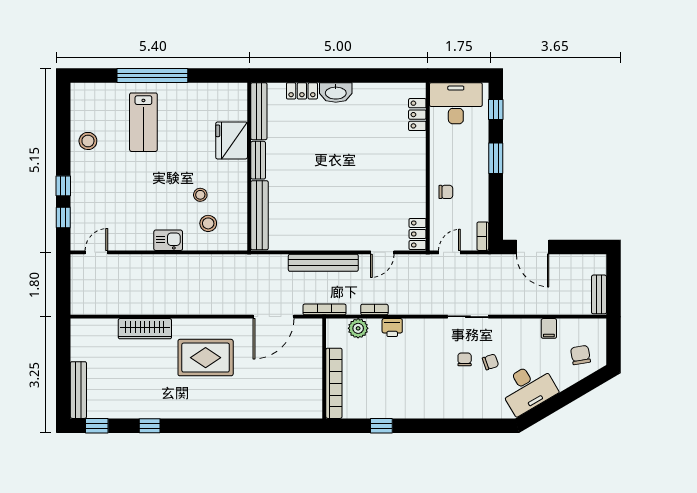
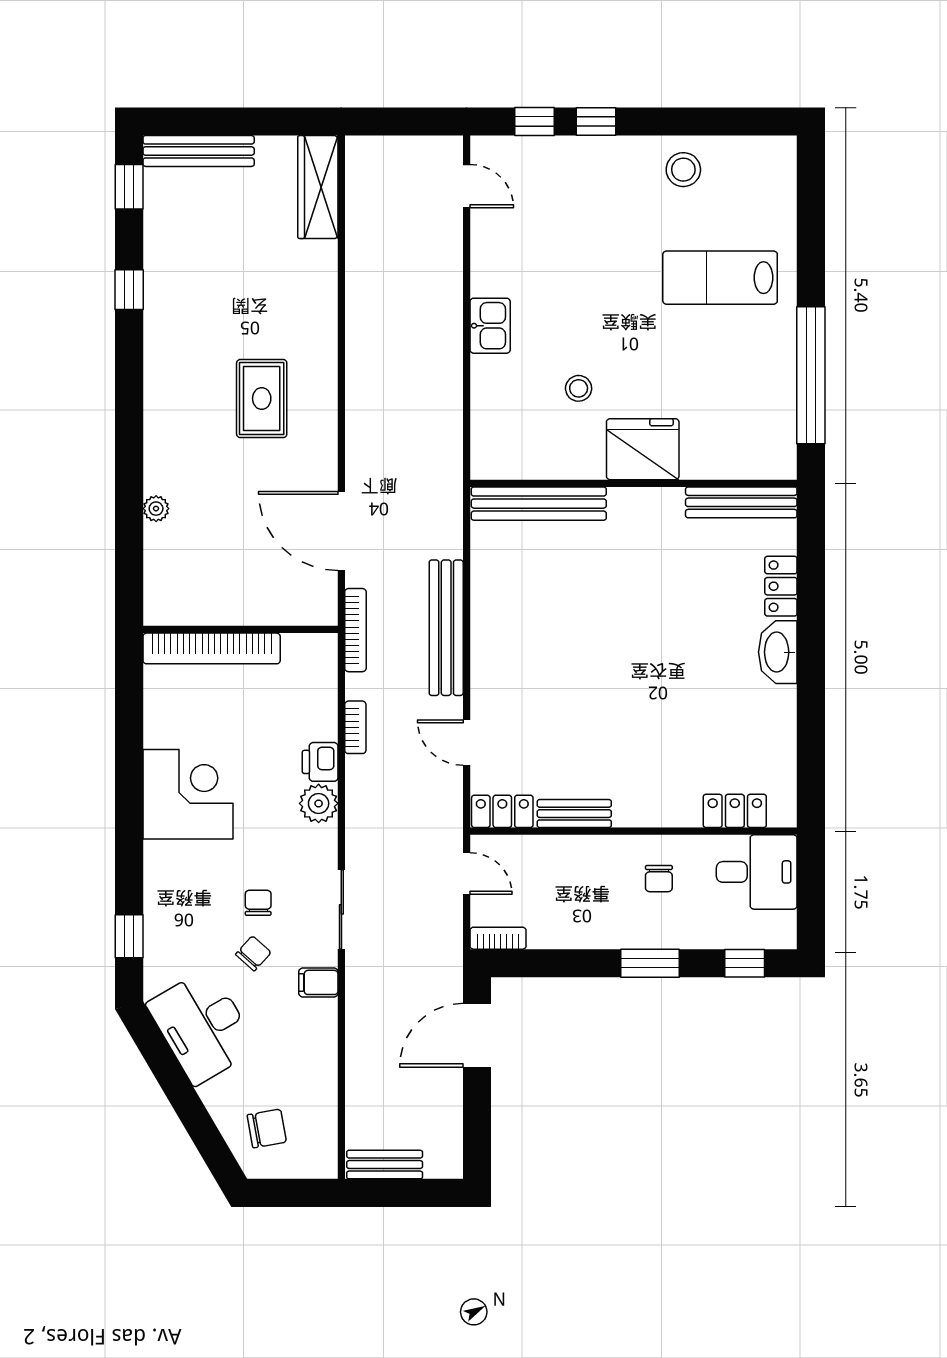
window: (152, 75) -> (811, 375), moved
desk: (456, 103) -> (757, 872), width x0.73
fridge: (232, 140) -> (643, 449), moved
bench: (258, 160) -> (574, 814), moved
chair: (446, 192) -> (659, 879), moved
stool: (208, 223) -> (523, 404), removed
plant: (358, 328) -> (319, 803), moved
filing cabinet: (549, 328) -> (318, 982), moved
wardrobe: (145, 329) -> (318, 187), moved
rug: (206, 358) -> (262, 399), width x0.73, depth x0.70
chair: (465, 359) -> (258, 903), turned -90
chair: (491, 362) -> (253, 953), turned -119
corner desk: (409, 395) -> (188, 794), added
plant: (262, 412) -> (156, 509), added
window: (381, 426) -> (129, 936), moved

